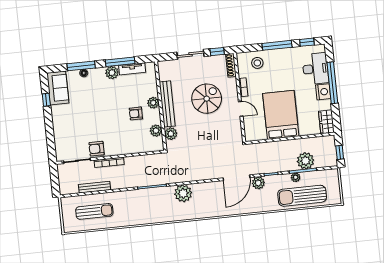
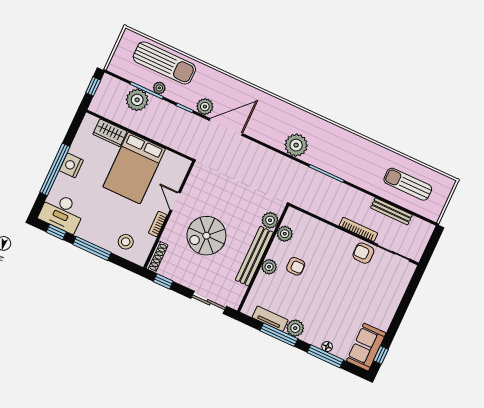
sliding door: (191, 54) -> (209, 302), moved
desk: (315, 69) -> (62, 212), moved, turned -90
window: (46, 100) -> (381, 355), moved
wardrobe: (326, 122) -> (110, 133), moved, turned 90
armchair: (97, 149) -> (363, 253), turned 180

